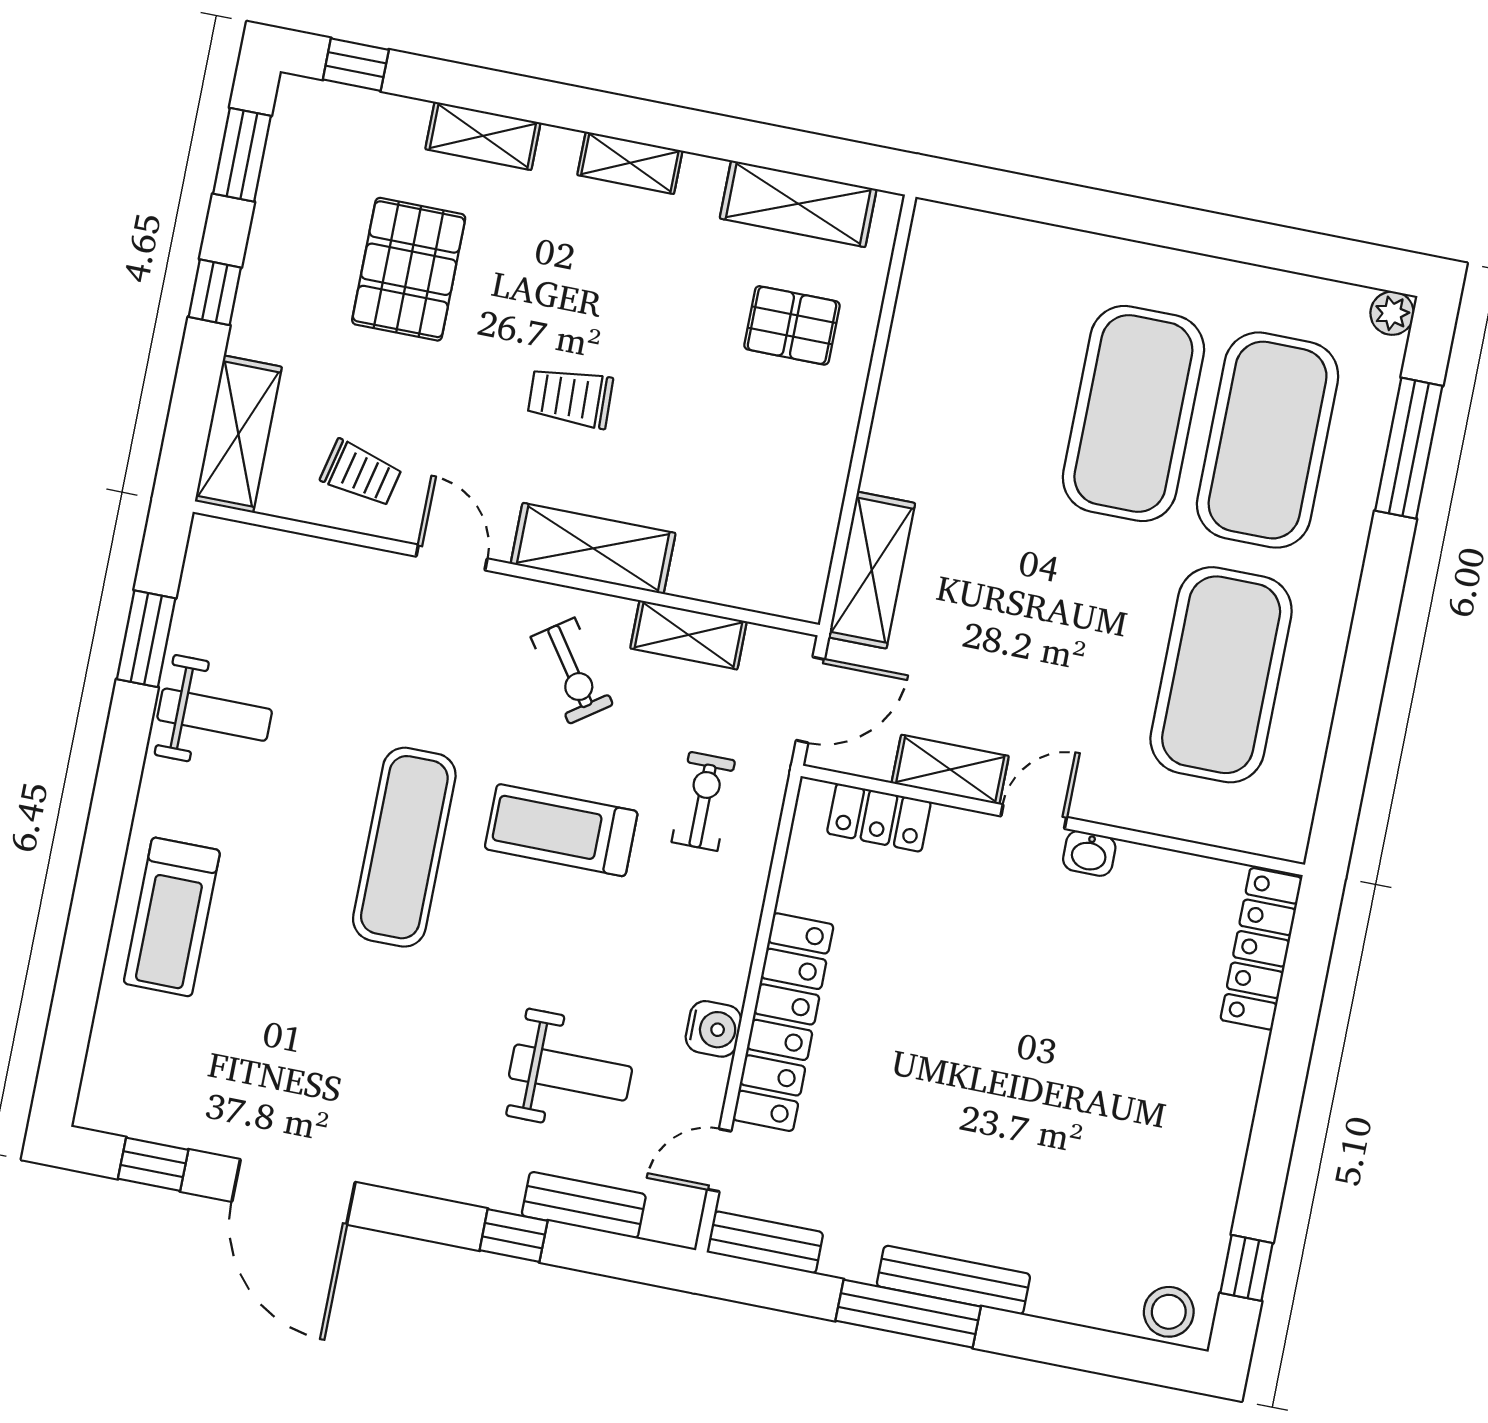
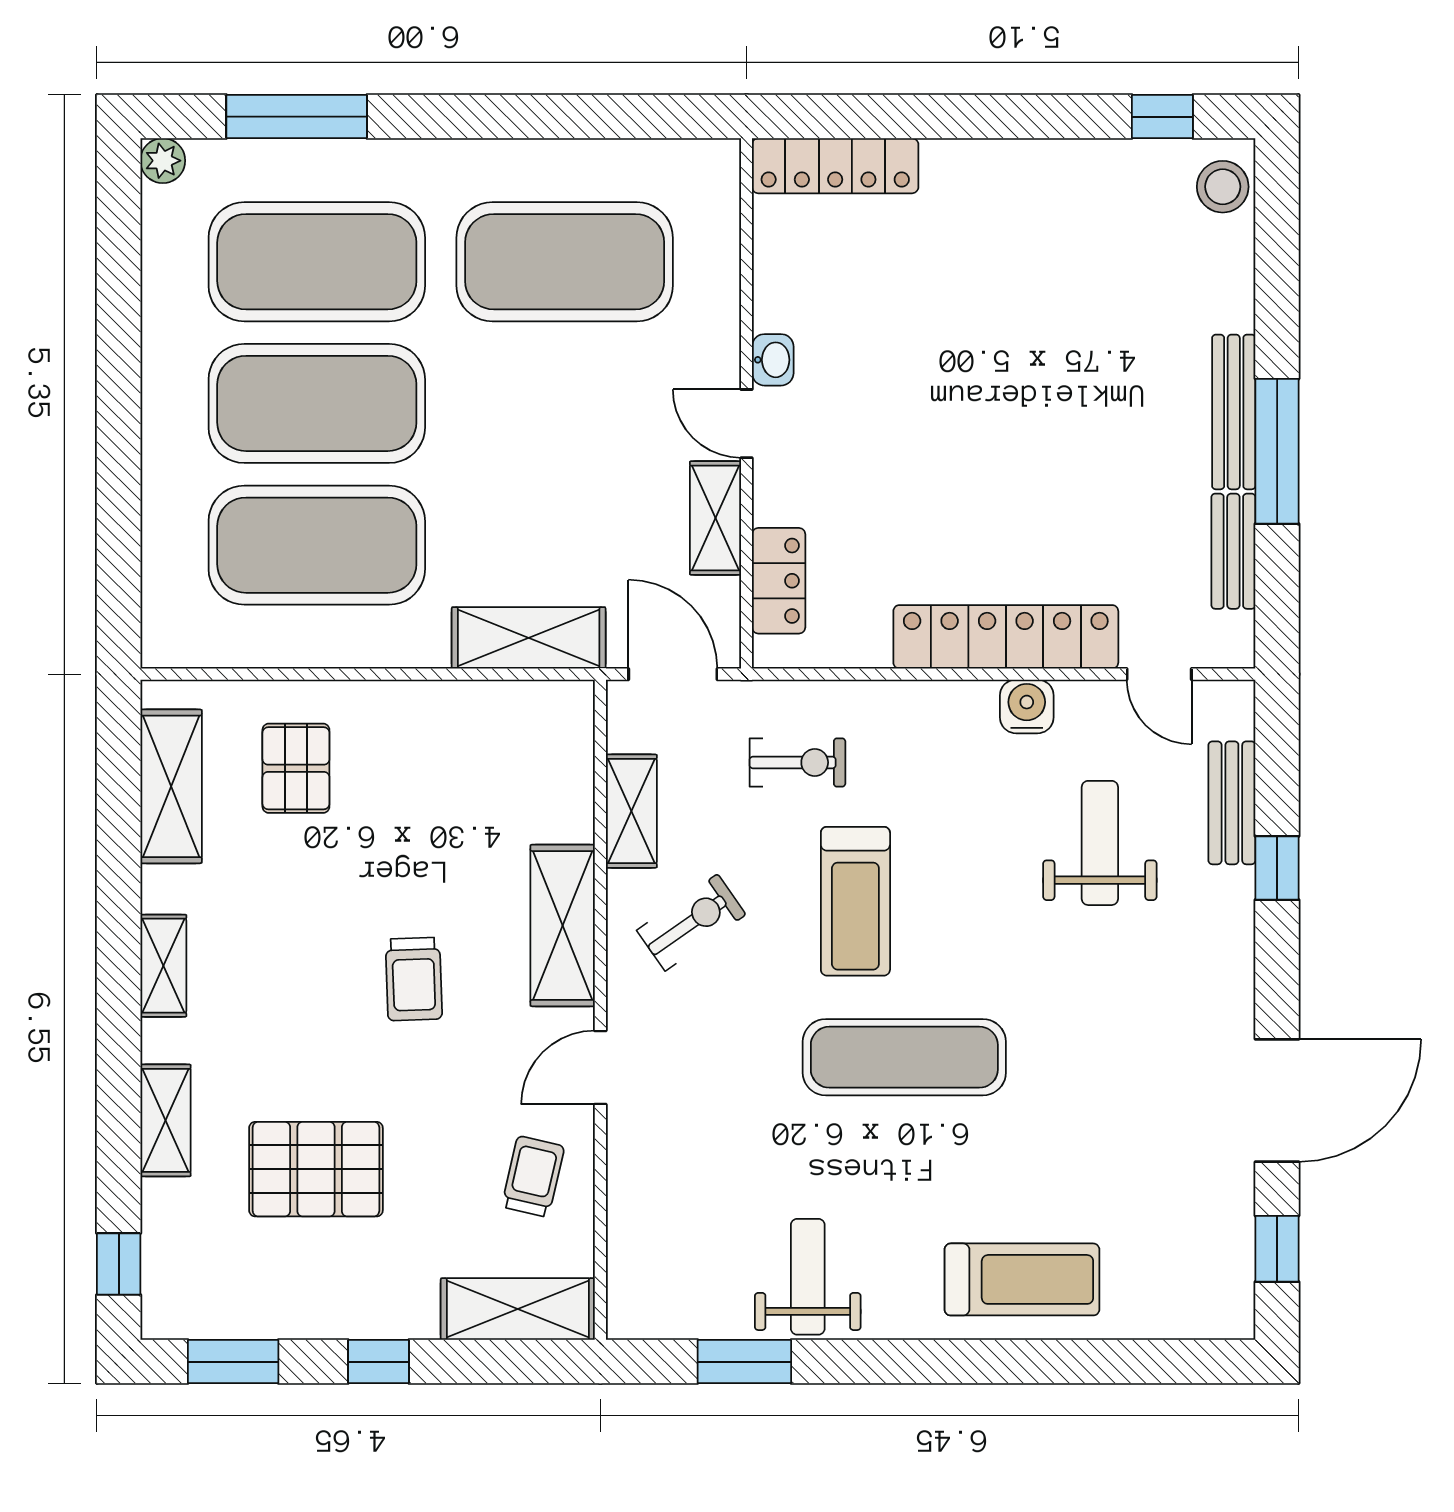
exercise mat: (999, 387) -> (317, 545), added
exercise bike: (703, 801) -> (797, 762), turned 180
bench: (765, 1242) -> (1233, 551), moved

